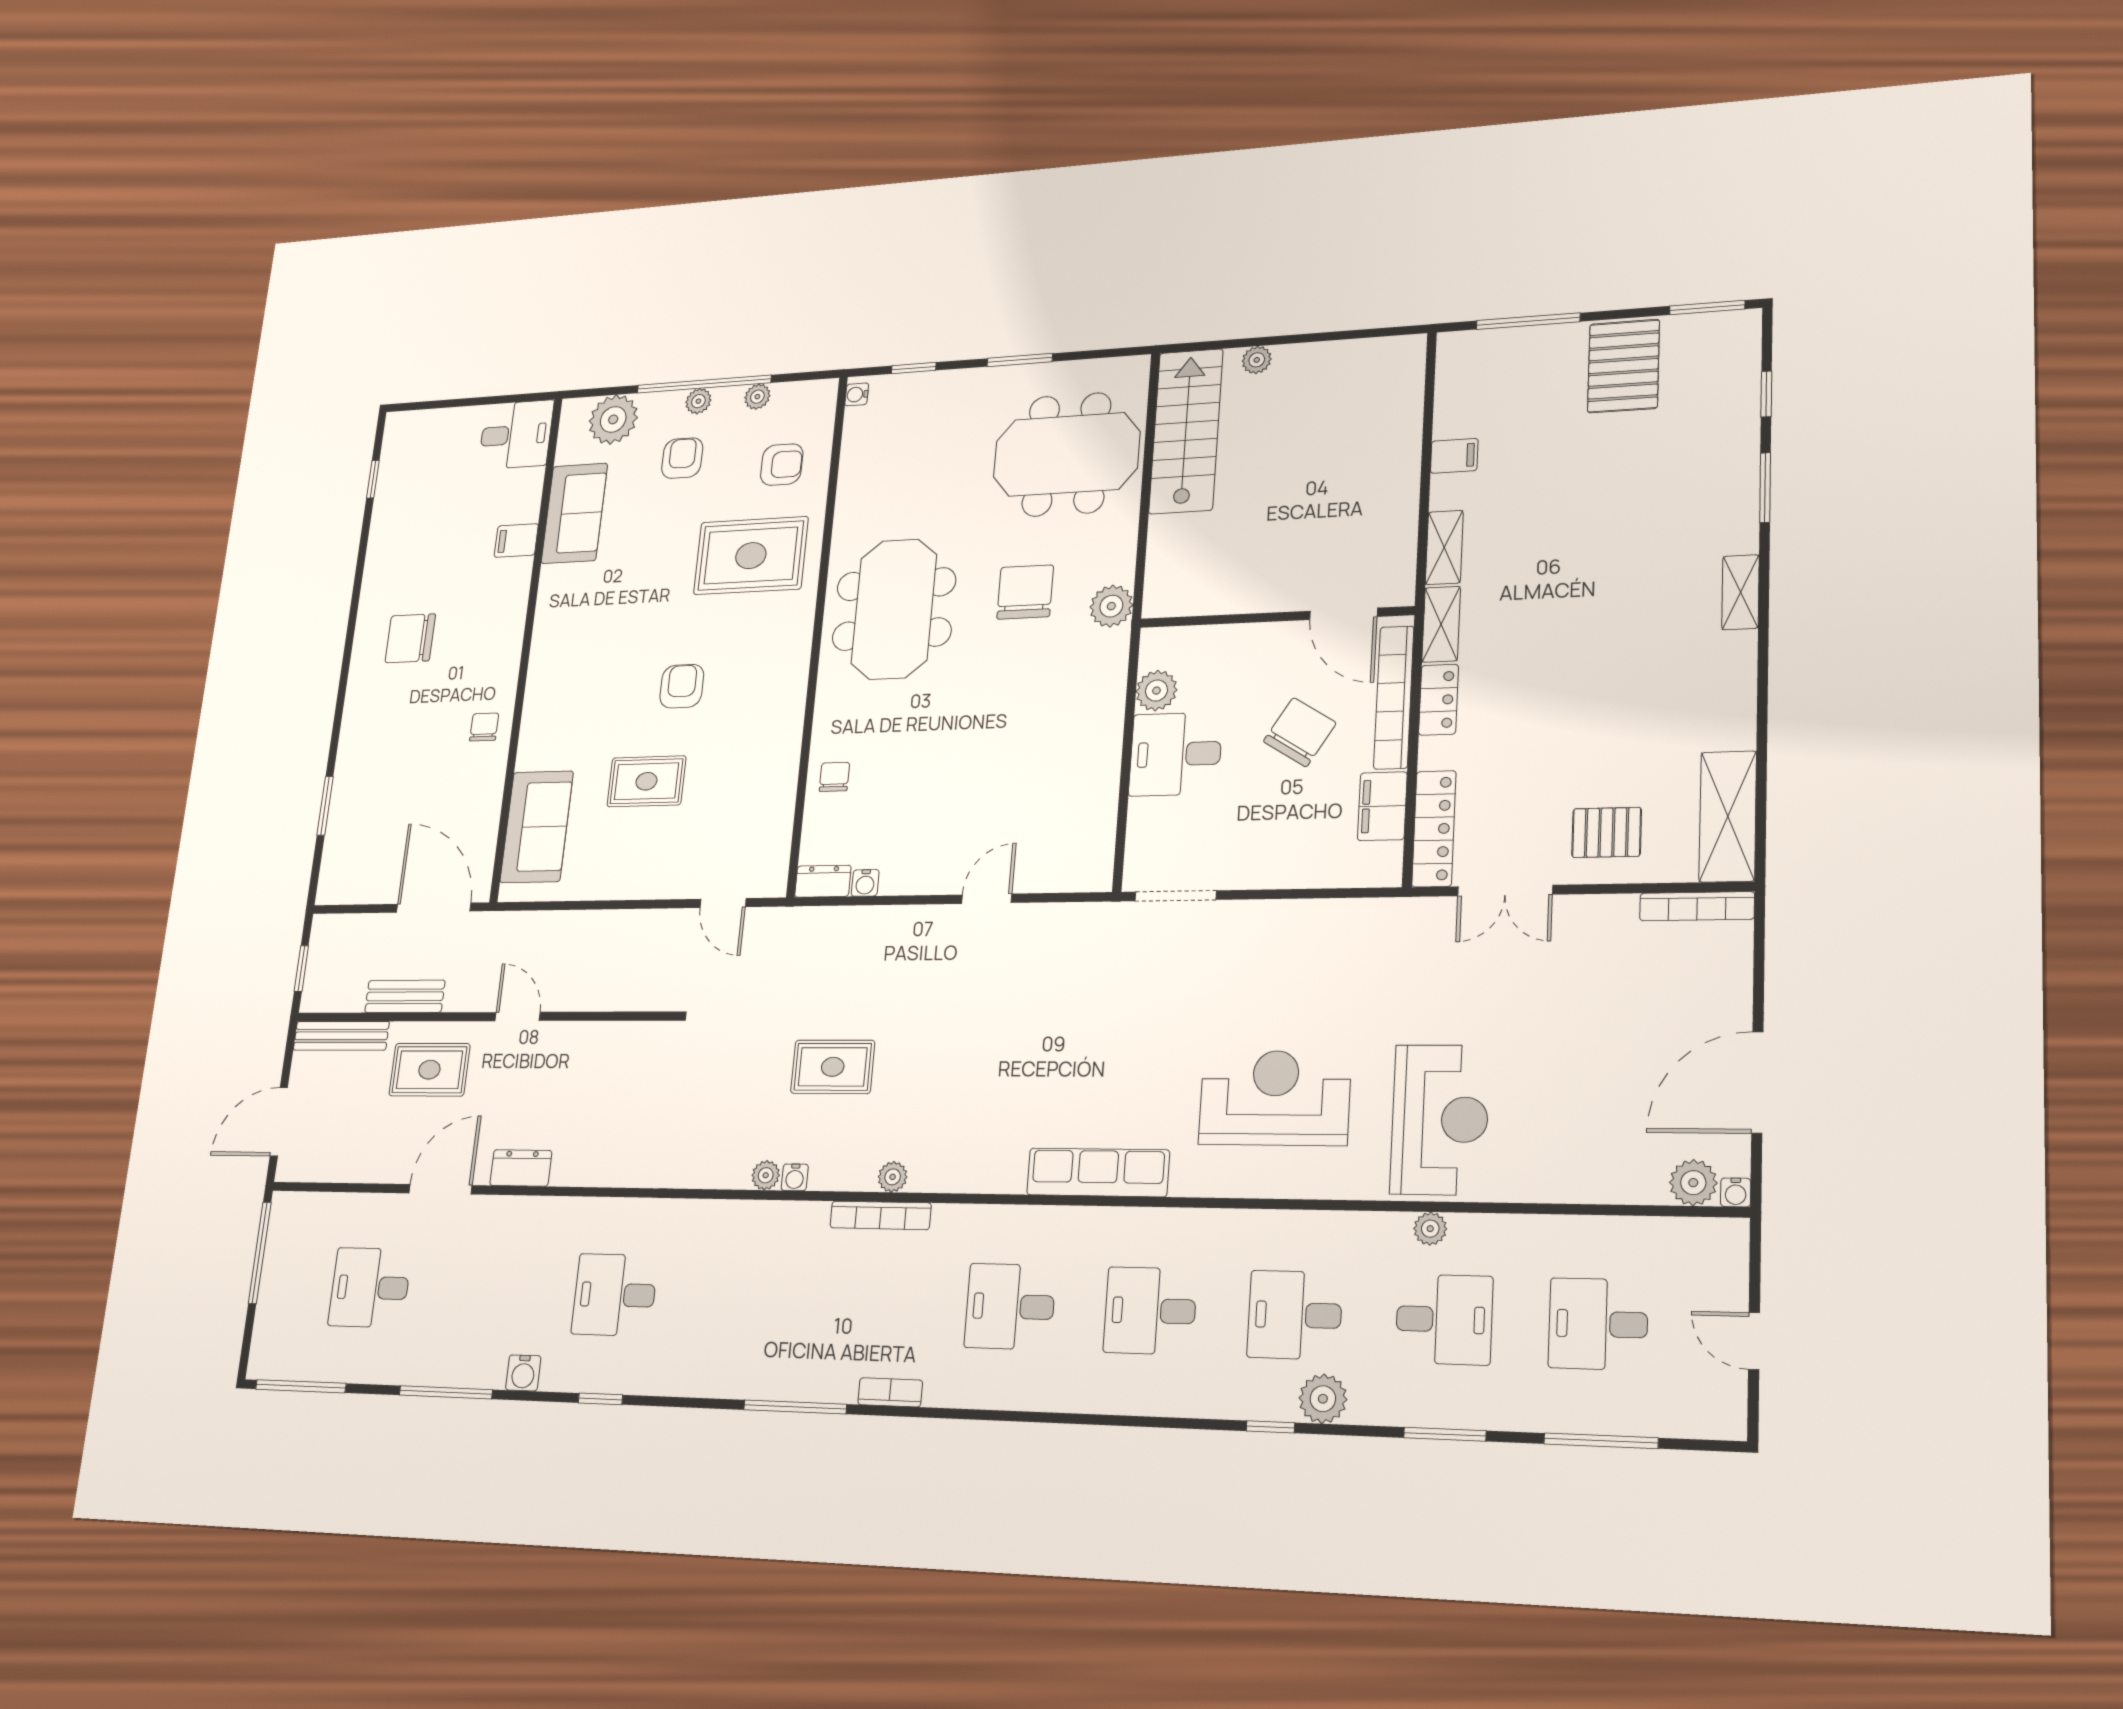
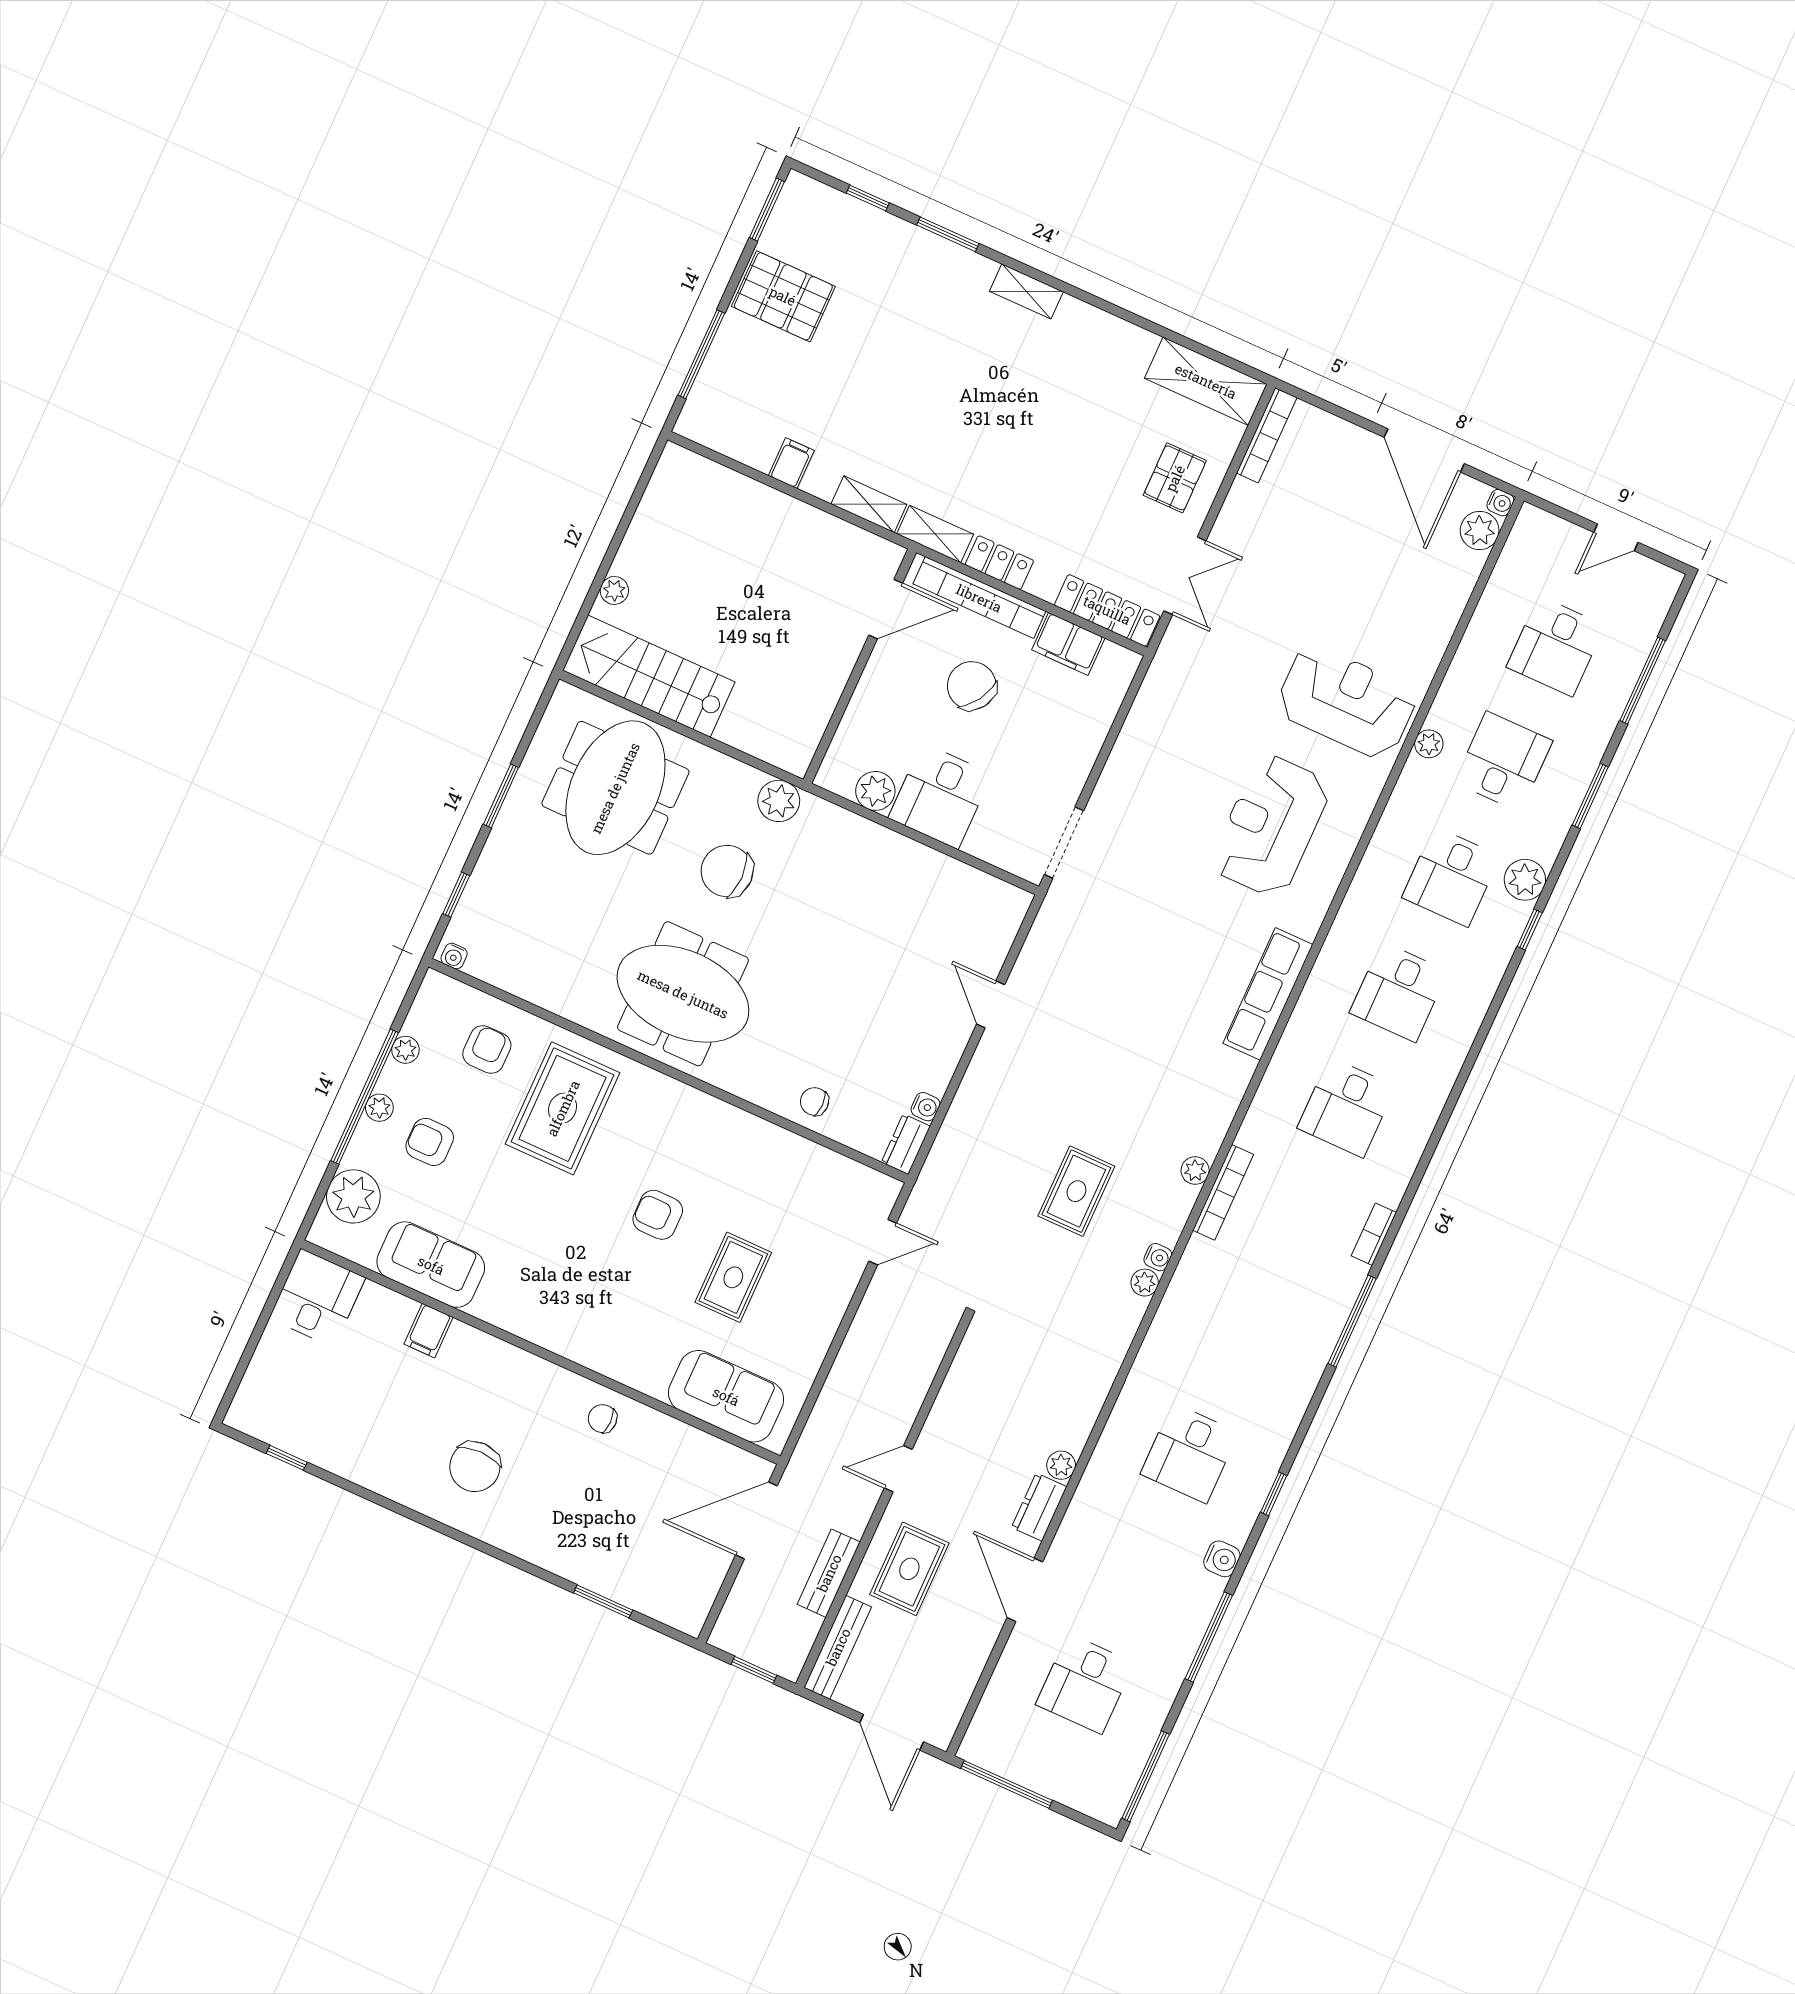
plant: (566, 1171) -> (1061, 1465), added

